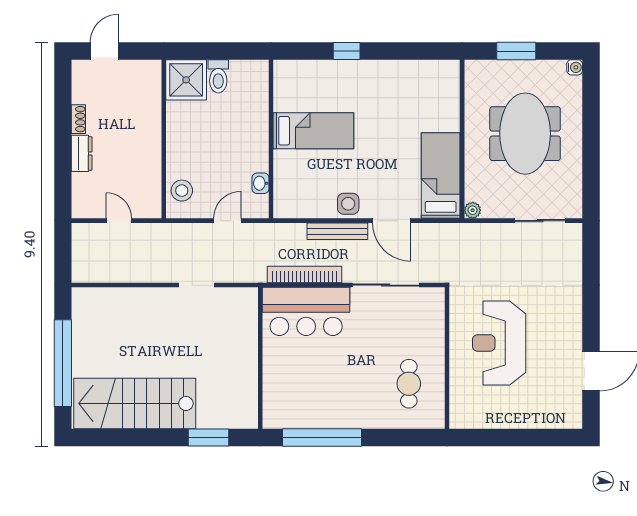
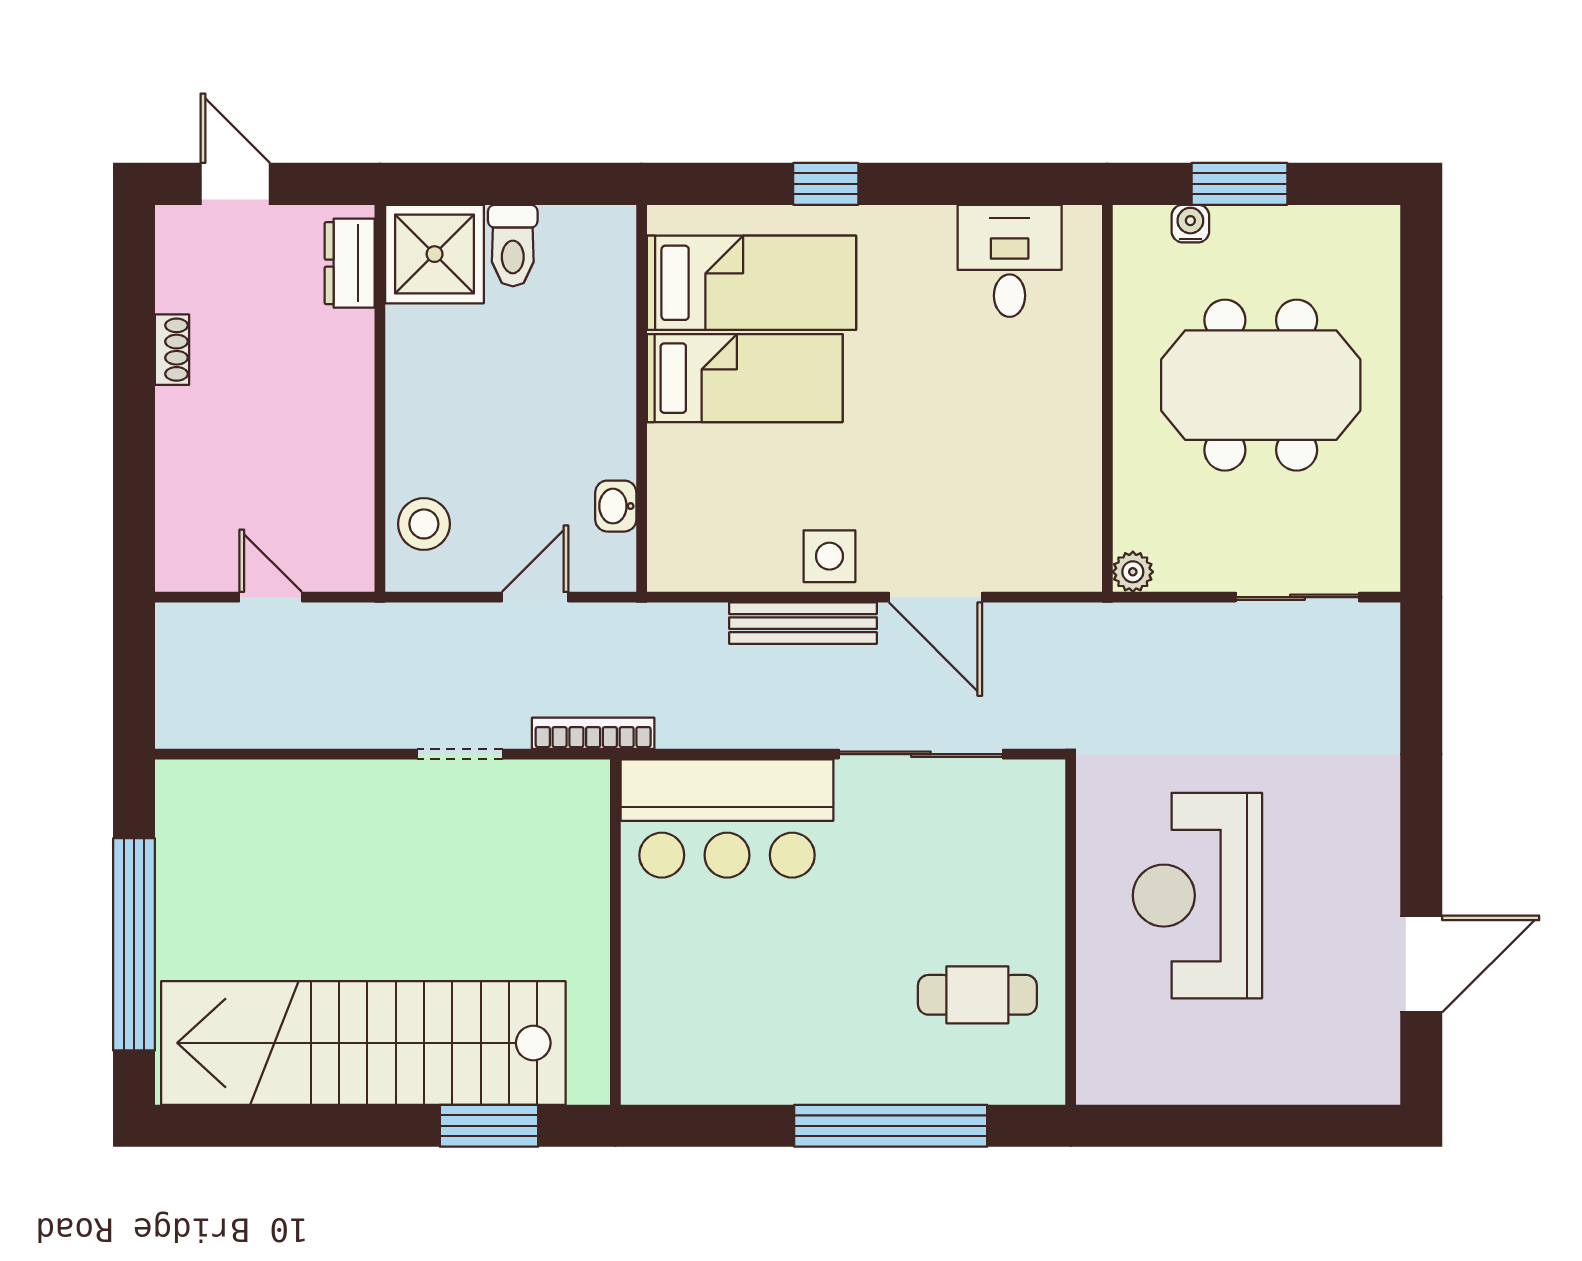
door: (104, 51) -> (235, 184), hinge flipped
water cooler: (575, 67) -> (1190, 224), moved, turned -90
desk: (422, 83) -> (1010, 261), added
meeting table: (525, 134) -> (1261, 385), turned 90
dresser: (82, 153) -> (350, 263), moved, turned 180
bed: (441, 176) -> (751, 283), moved, turned 90
bookcase: (304, 274) -> (593, 733), moved, width x0.68, depth x0.76
cafe table: (409, 384) -> (977, 995), turned 90
stairs: (135, 403) -> (363, 1043), width x1.36
window: (322, 437) -> (891, 1126), moved

